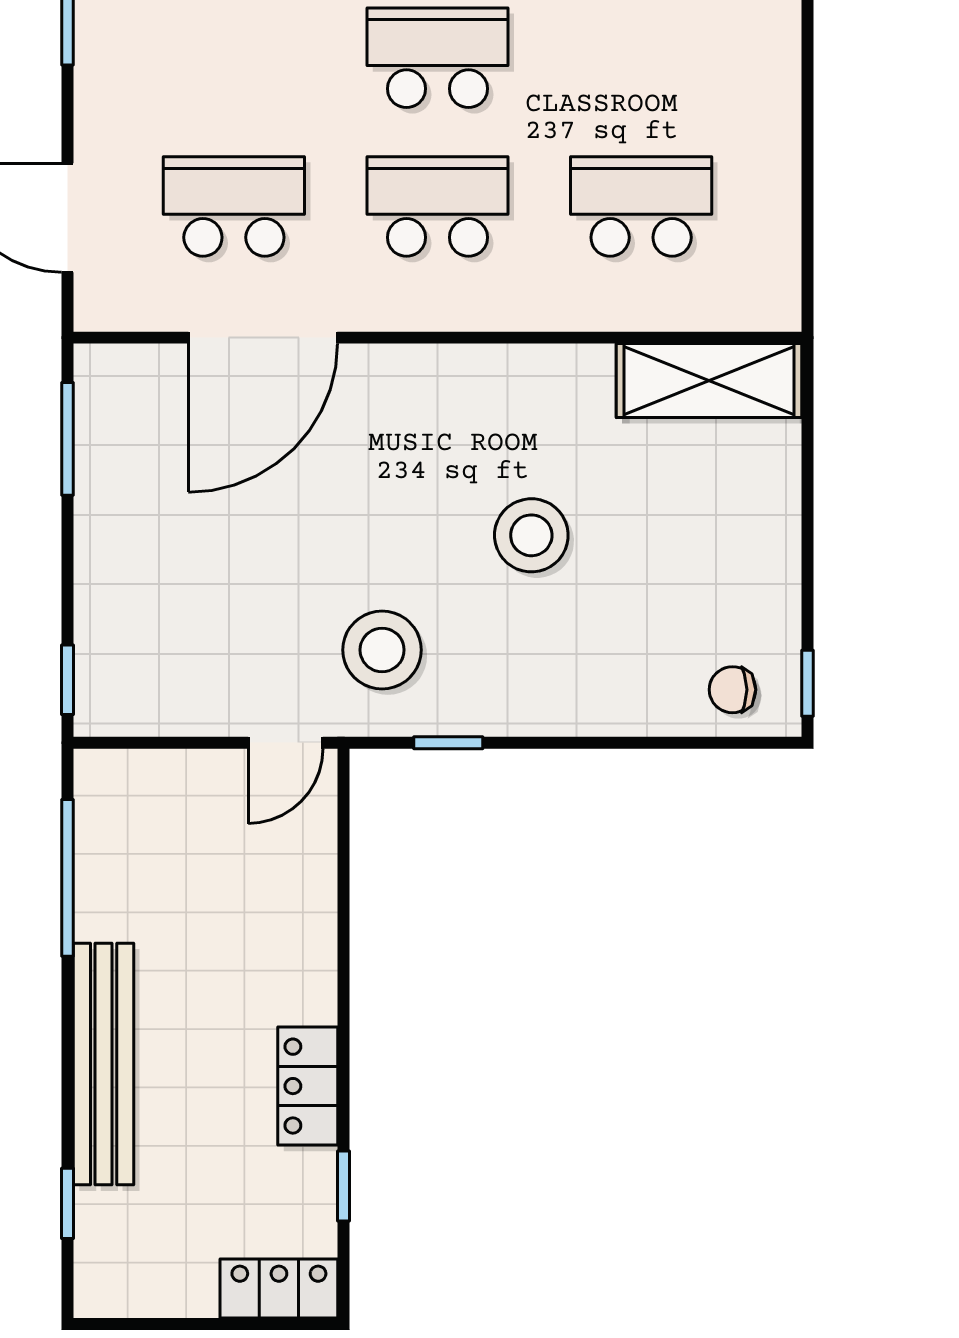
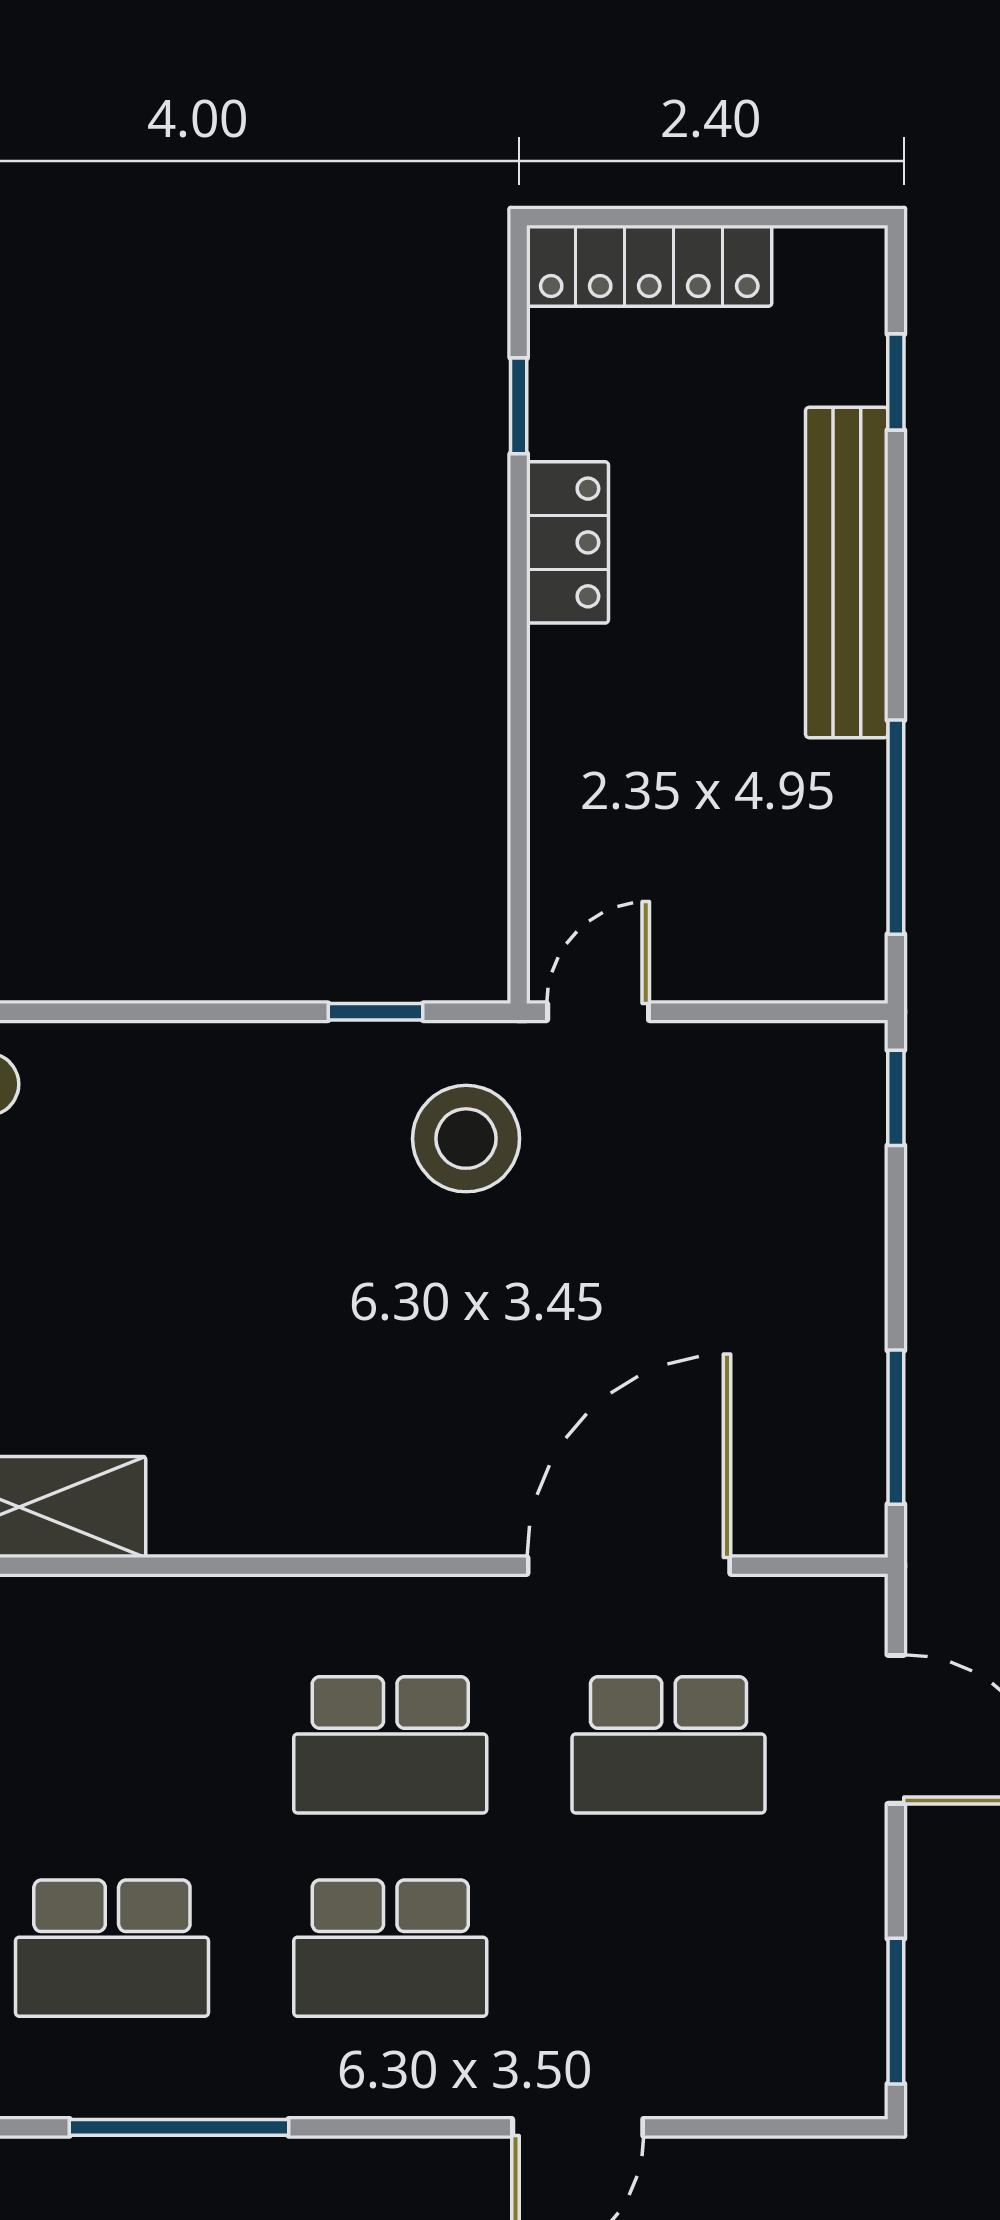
school desk: (641, 206) -> (112, 1948), moved
stool: (531, 535) -> (262, 1295), removed
locker: (279, 1288) -> (649, 266), width x1.53

